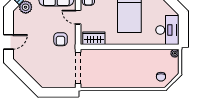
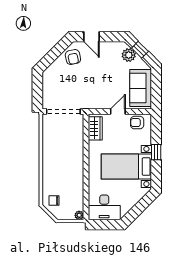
armchair: (61, 39) -> (73, 57), moved, turned -102

